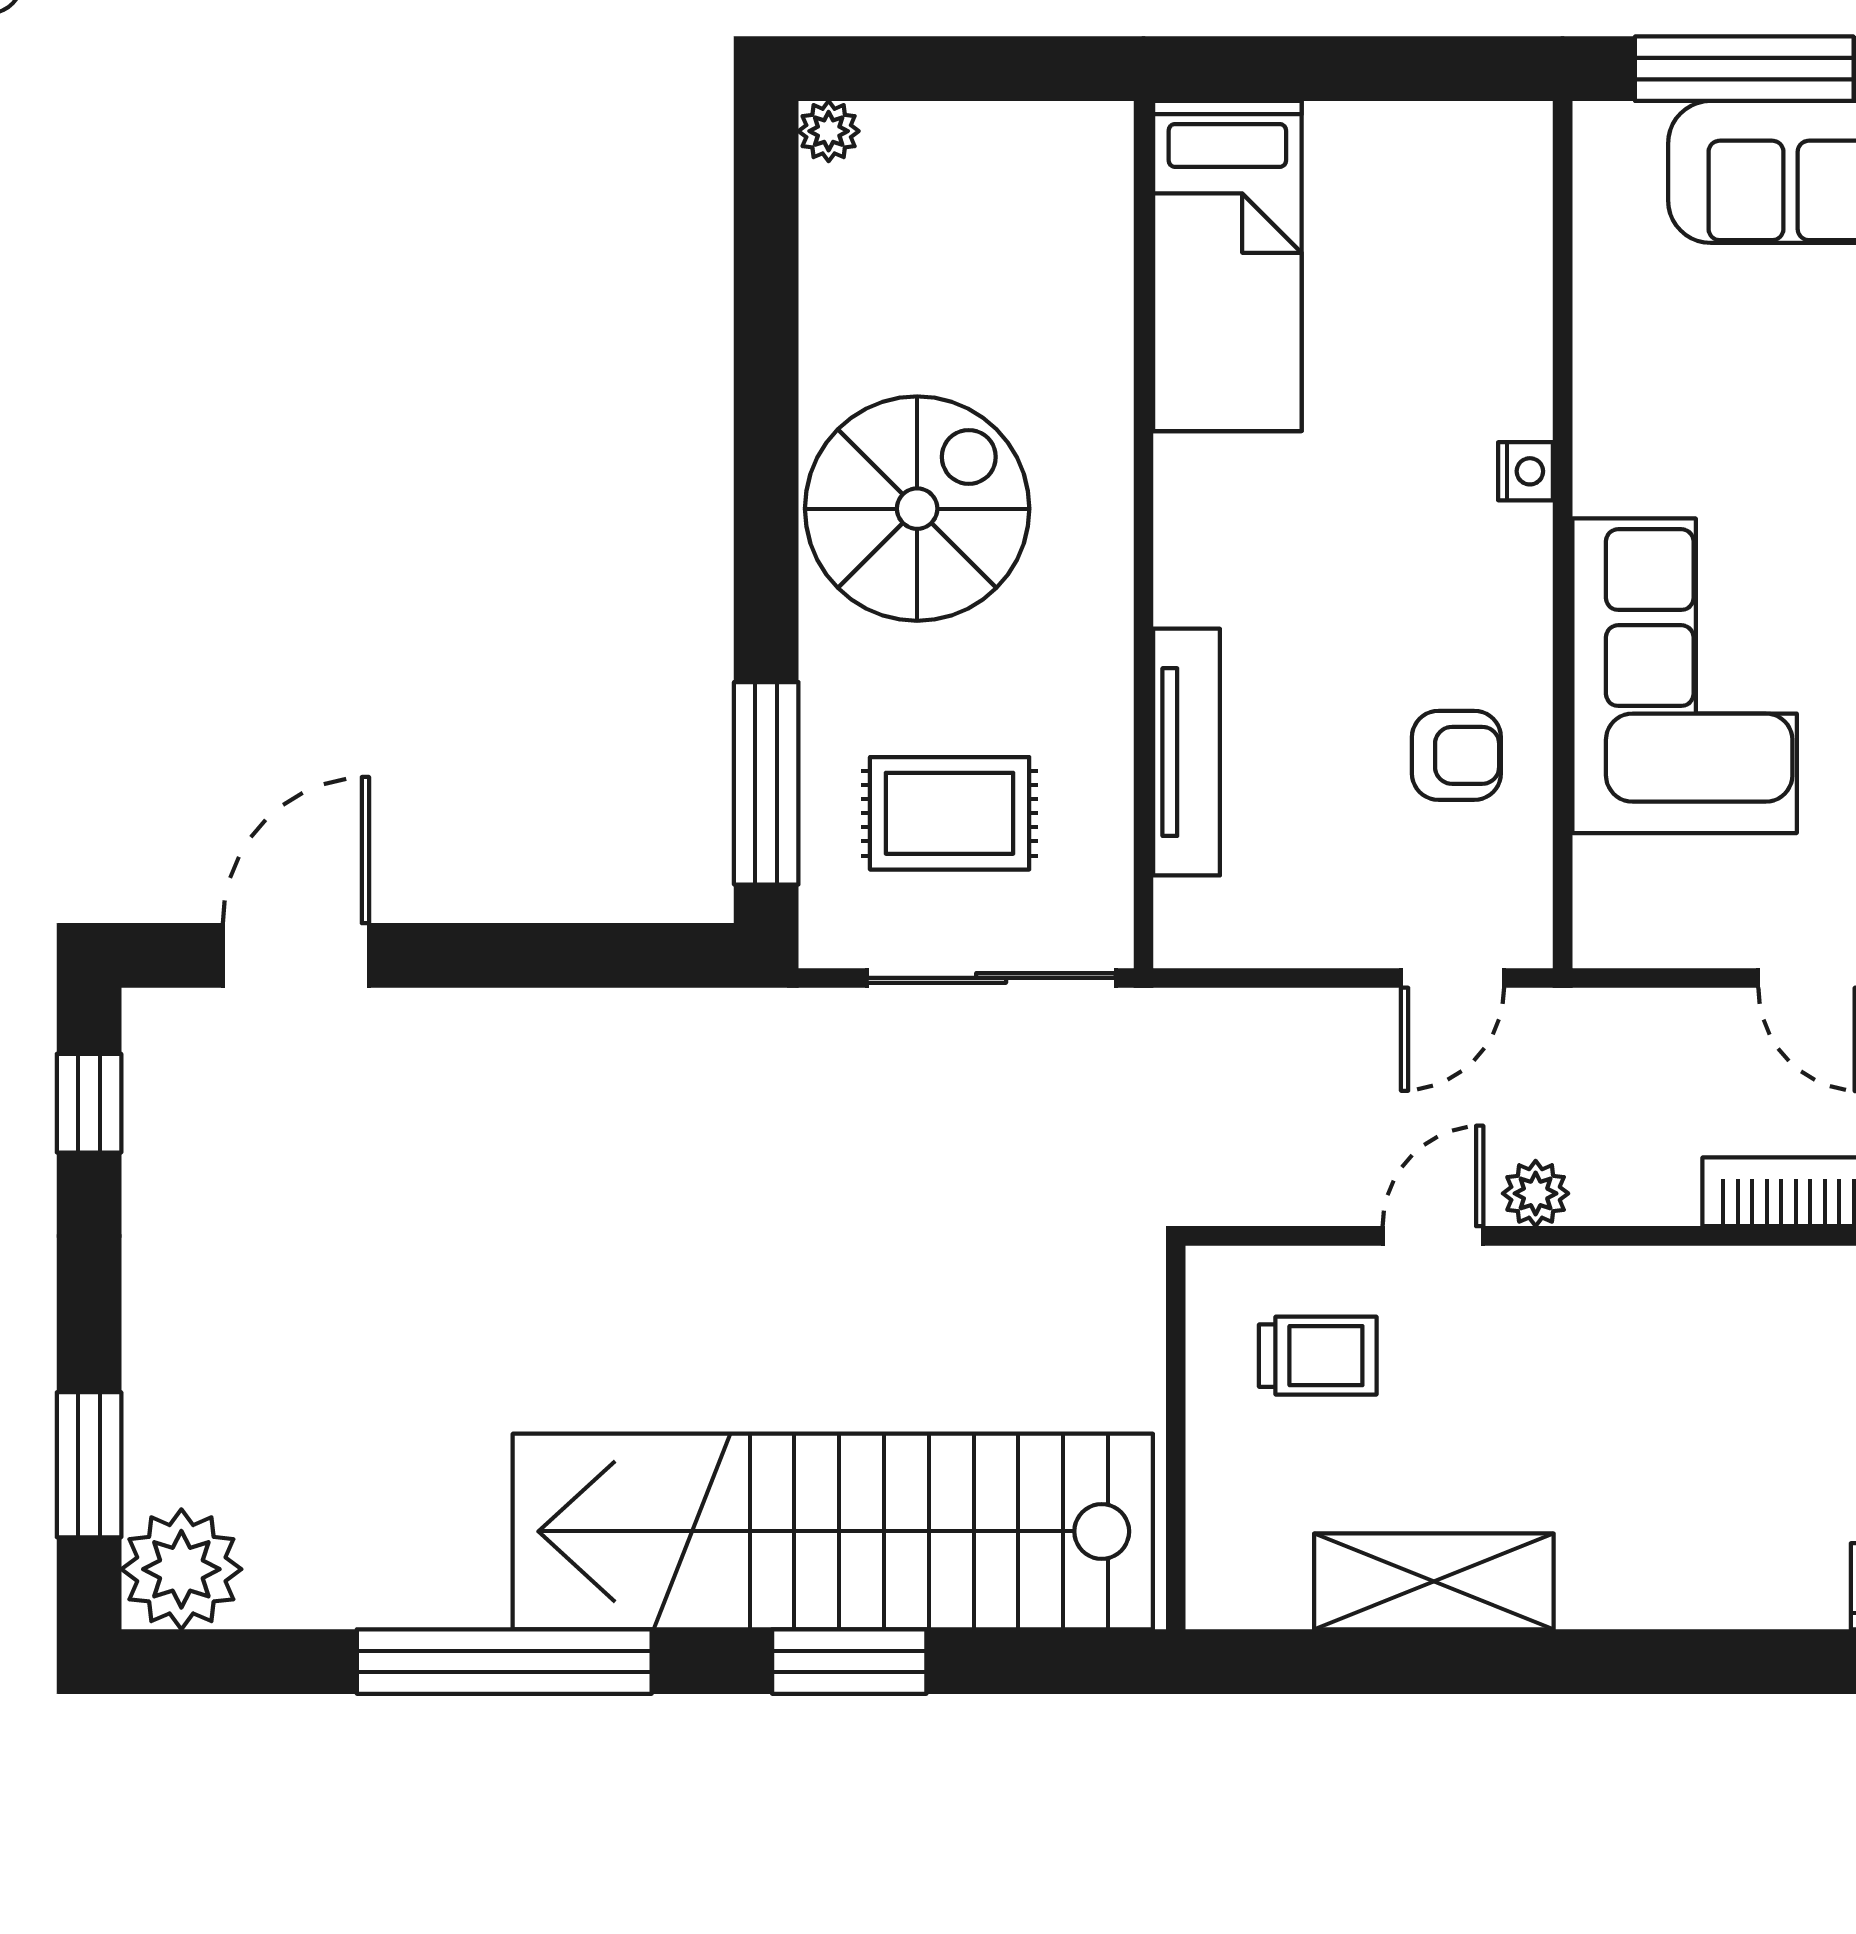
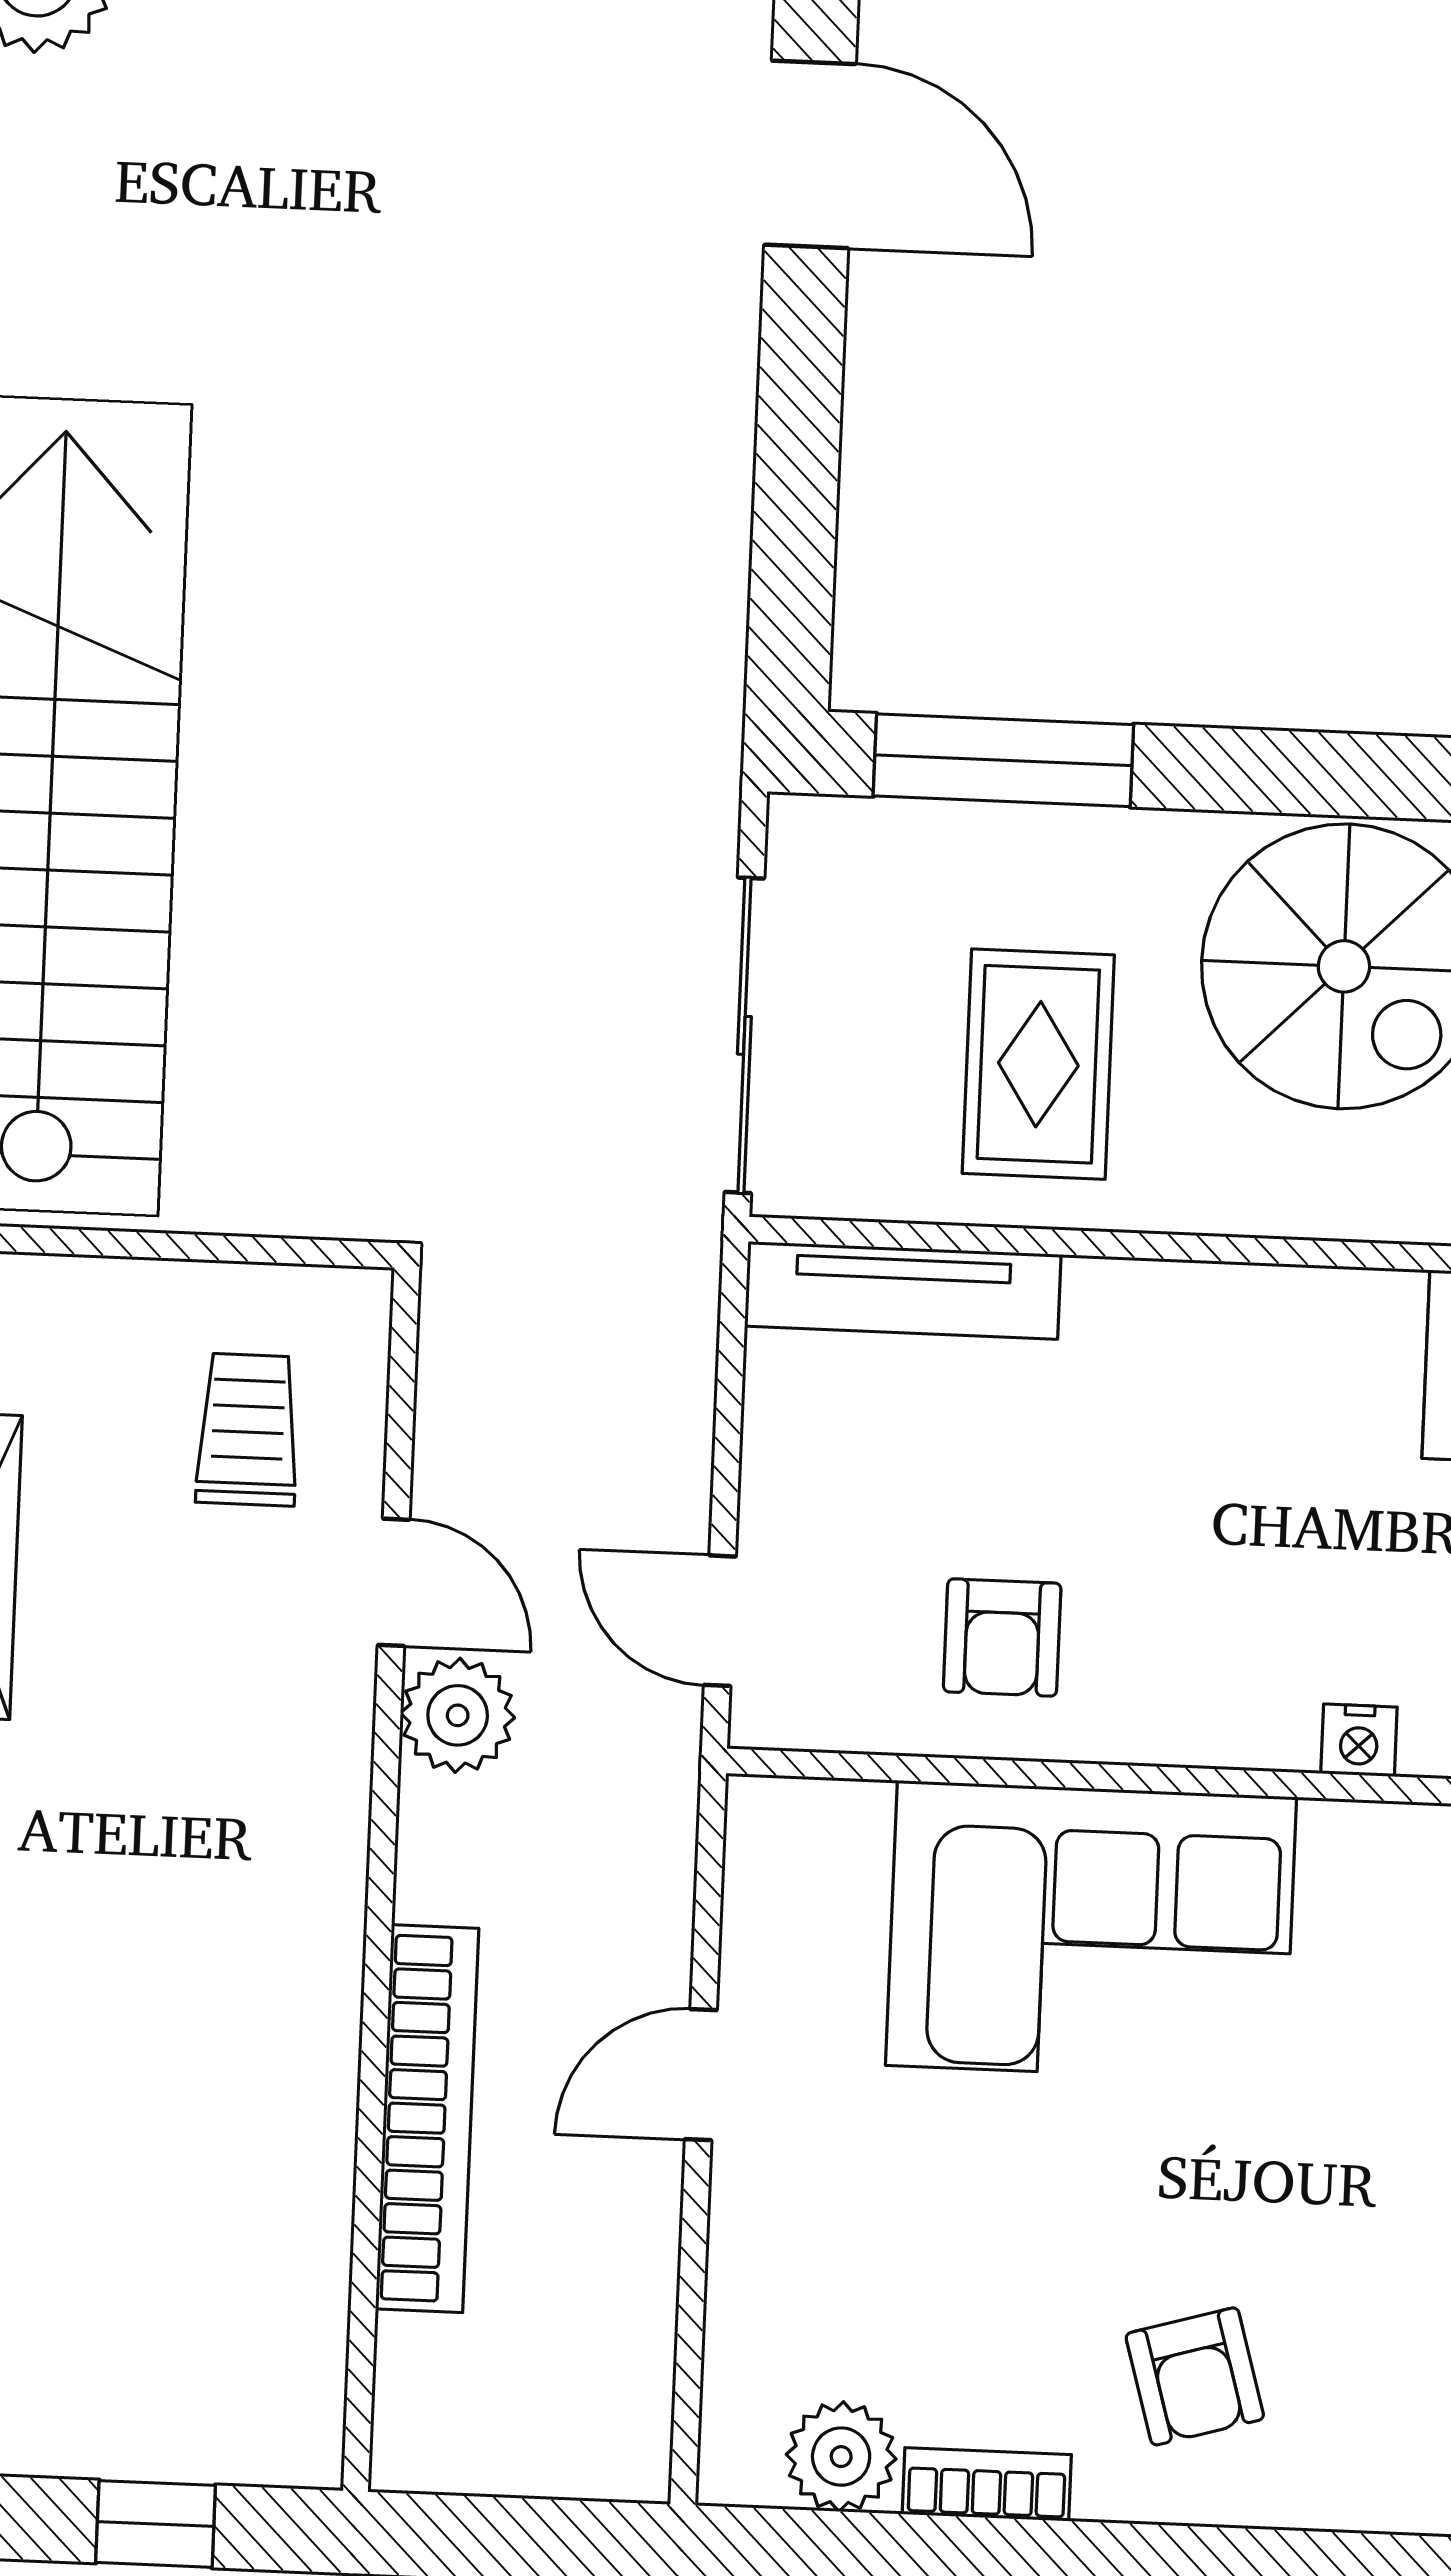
tv unit: (1187, 752) -> (903, 1290), moved
rug: (950, 813) -> (1038, 1064), moved
plant: (1536, 1193) -> (458, 1715), width x1.38, depth x1.38
trolley: (1318, 1356) -> (248, 1430), turned 180

